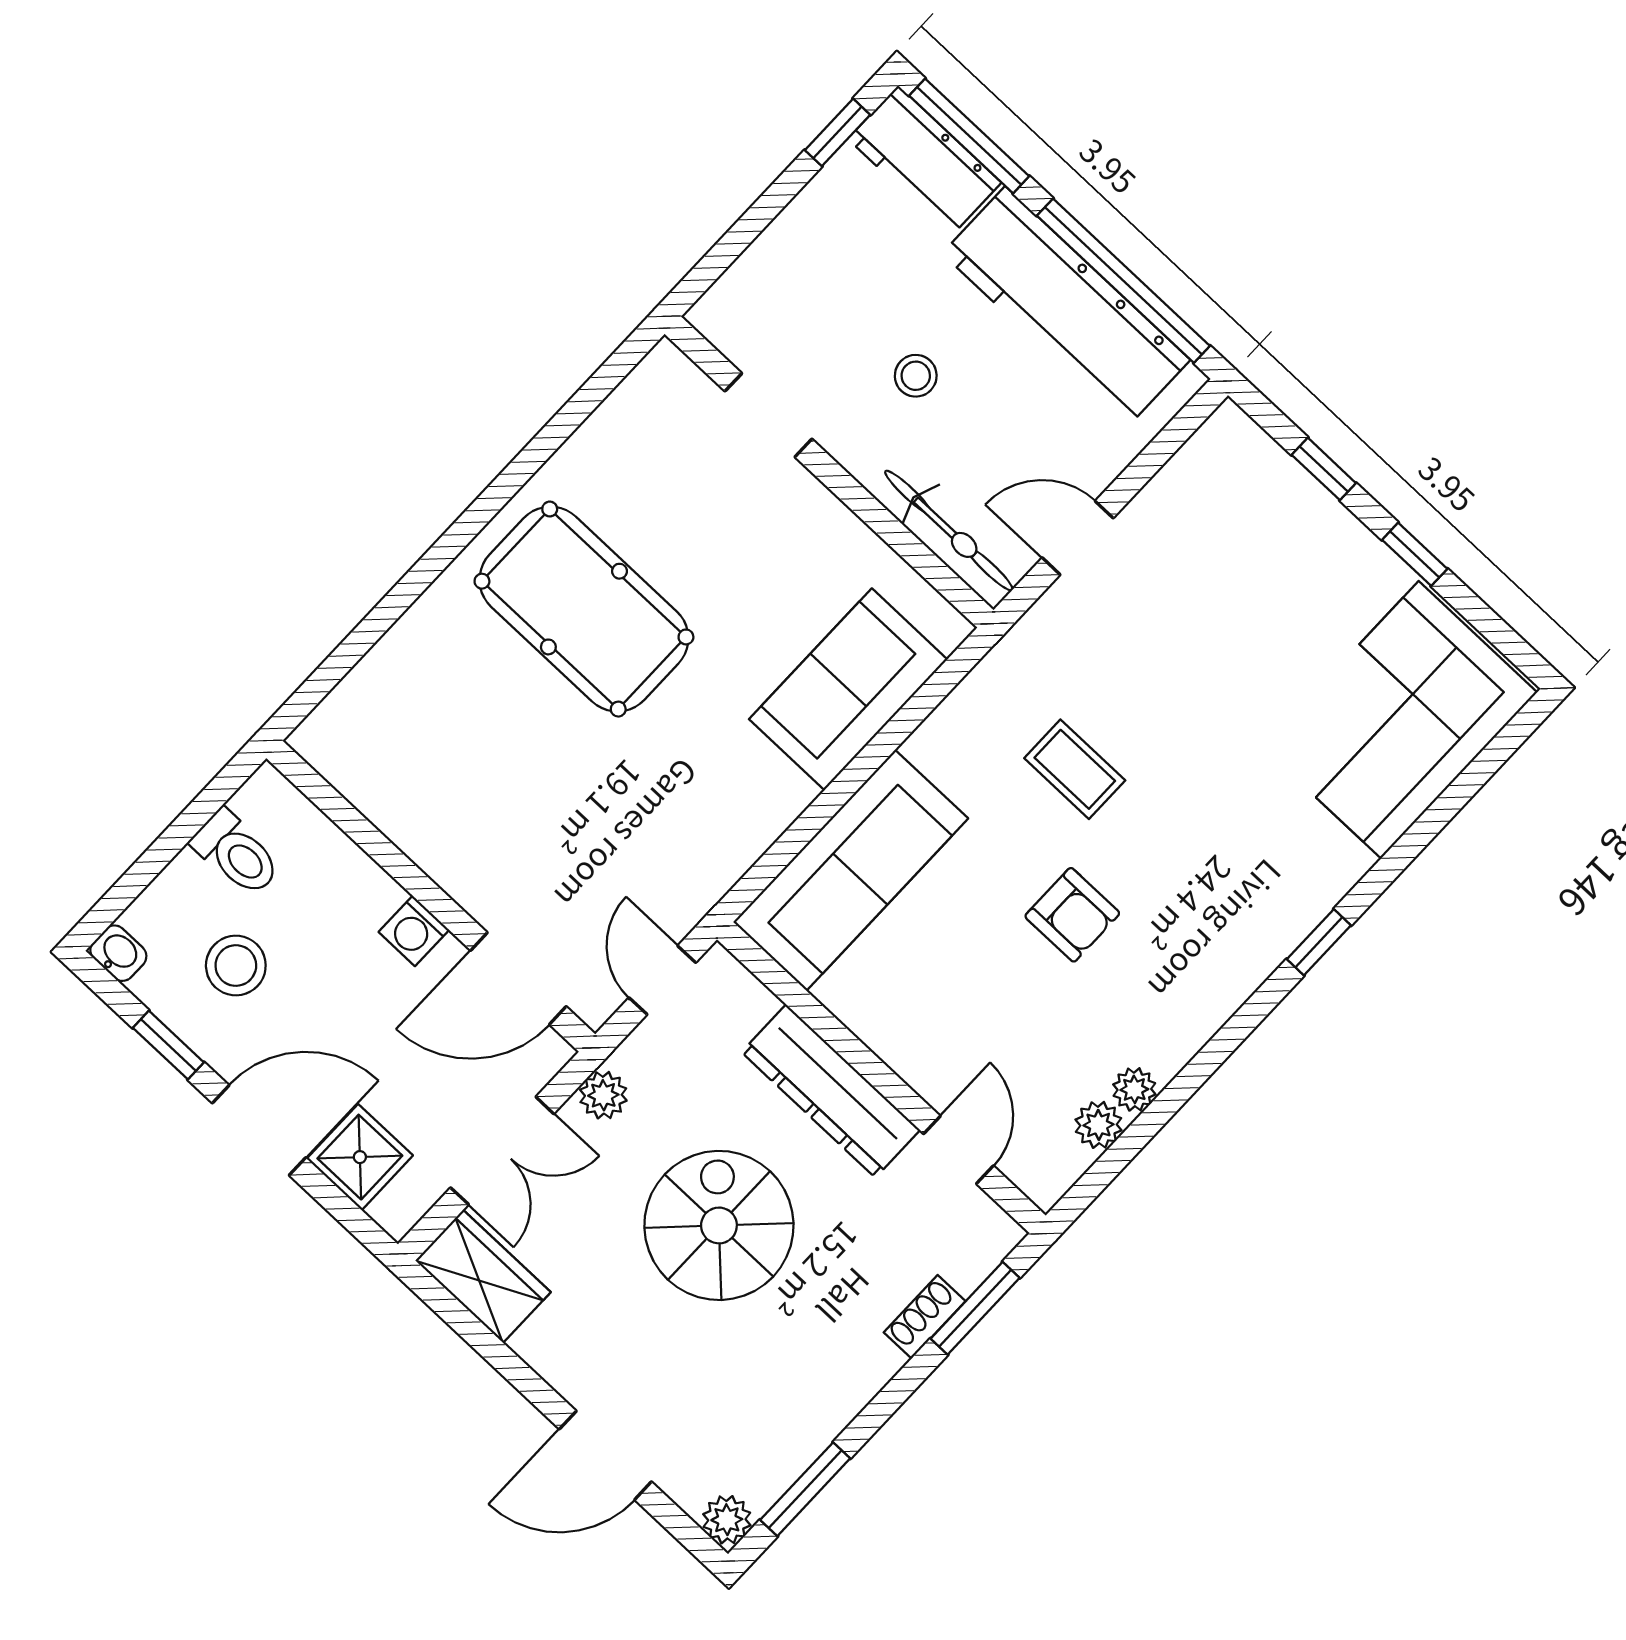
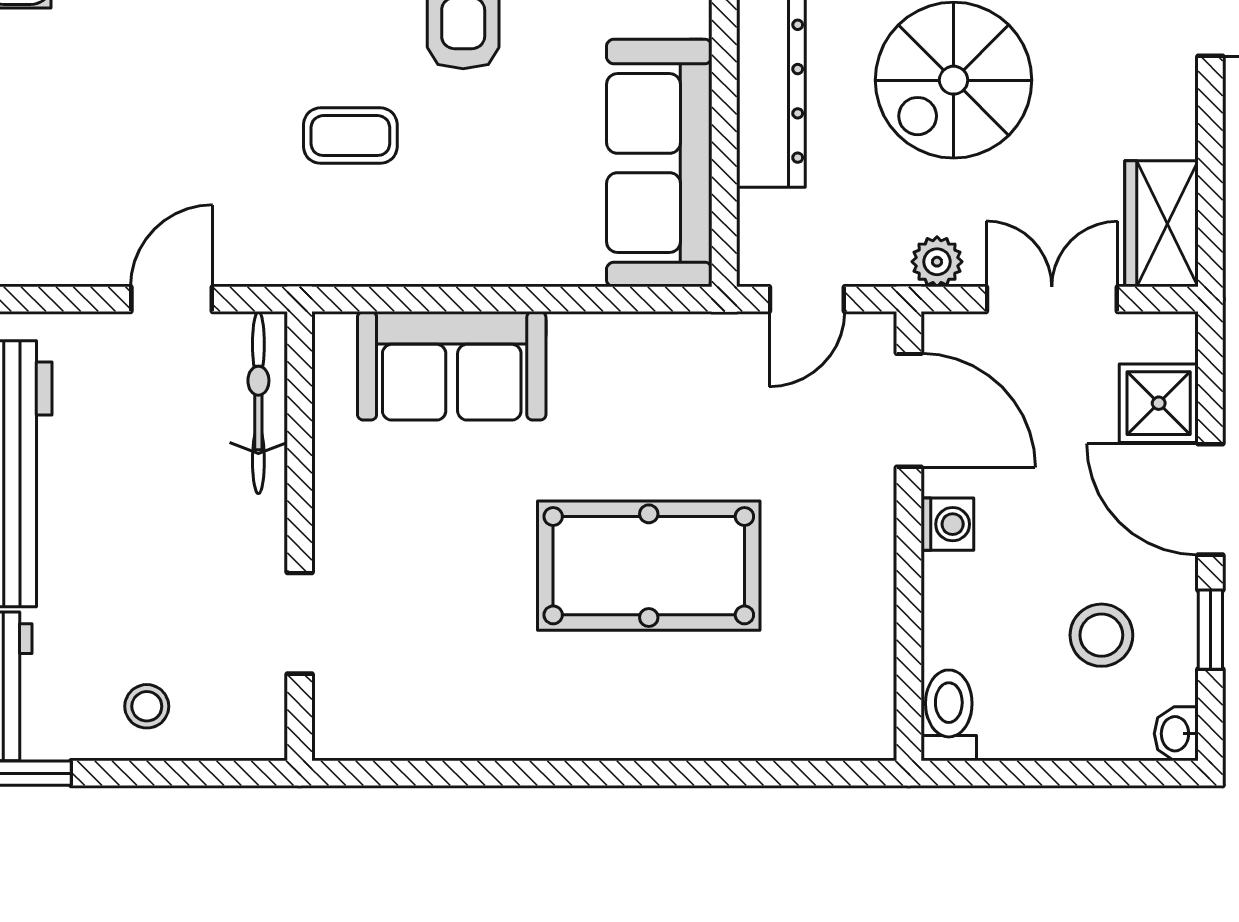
stool: (916, 376) -> (147, 706), moved
door: (1078, 538) -> (172, 299), swing flipped
pool table: (584, 609) -> (649, 566), moved, turned 90
coffee table: (1075, 769) -> (350, 136), turned 90
toilet: (236, 853) -> (949, 715), moved
sofa: (851, 870) -> (659, 163), moved, turned -90

